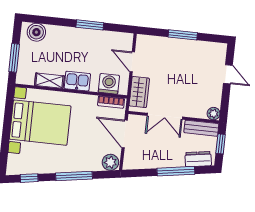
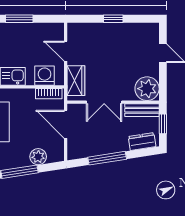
window: (183, 35) -> (113, 19), width x0.67
plant: (214, 114) -> (147, 89), width x1.88, depth x1.88
plant: (110, 162) -> (38, 157), moved
window: (176, 171) -> (107, 158), moved

